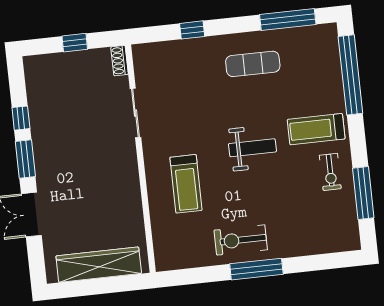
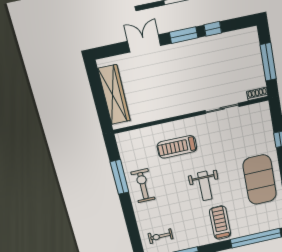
window: (75, 43) -> (268, 62), width x2.17
exercise mat: (253, 64) -> (260, 180), width x2.00, depth x1.45
exercise bike: (330, 172) -> (160, 236), moved
window: (256, 269) -> (119, 177), moved

